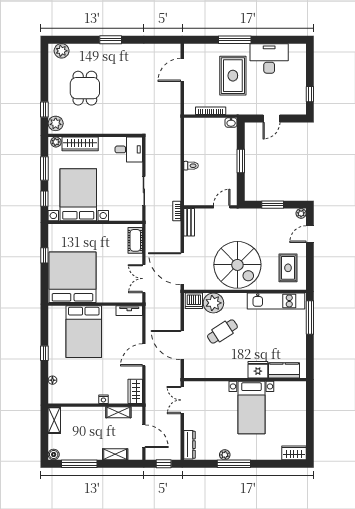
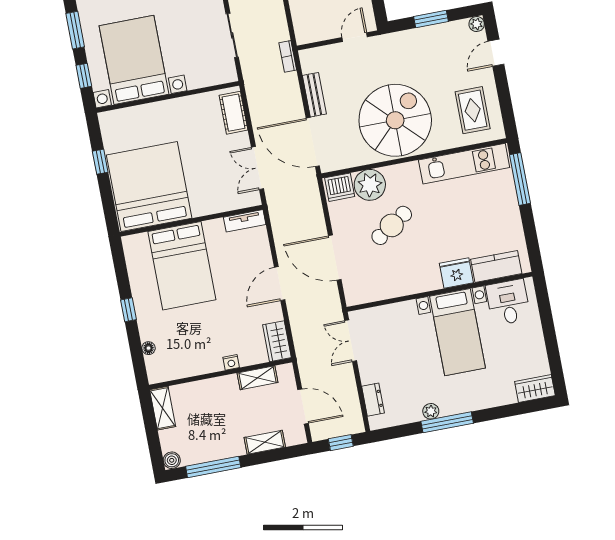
bench: (189, 222) -> (314, 95), moved
spiral stairs: (237, 265) -> (395, 120), turned -90
desk: (287, 395) -> (508, 302), added
dresser: (189, 445) -> (373, 400), width x0.70

